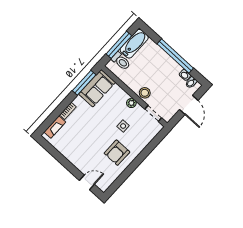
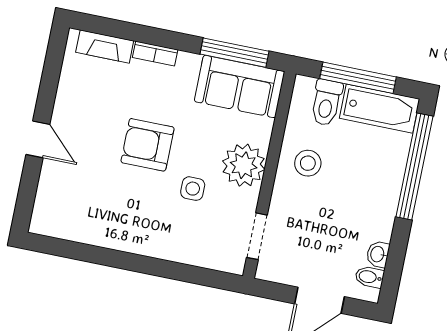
window: (175, 56) -> (414, 166), moved
stool: (145, 93) -> (308, 163), moved
plant: (131, 103) -> (244, 165), width x1.87, depth x1.87
armchair: (117, 153) -> (148, 145), moved
door: (87, 182) -> (38, 139), moved

